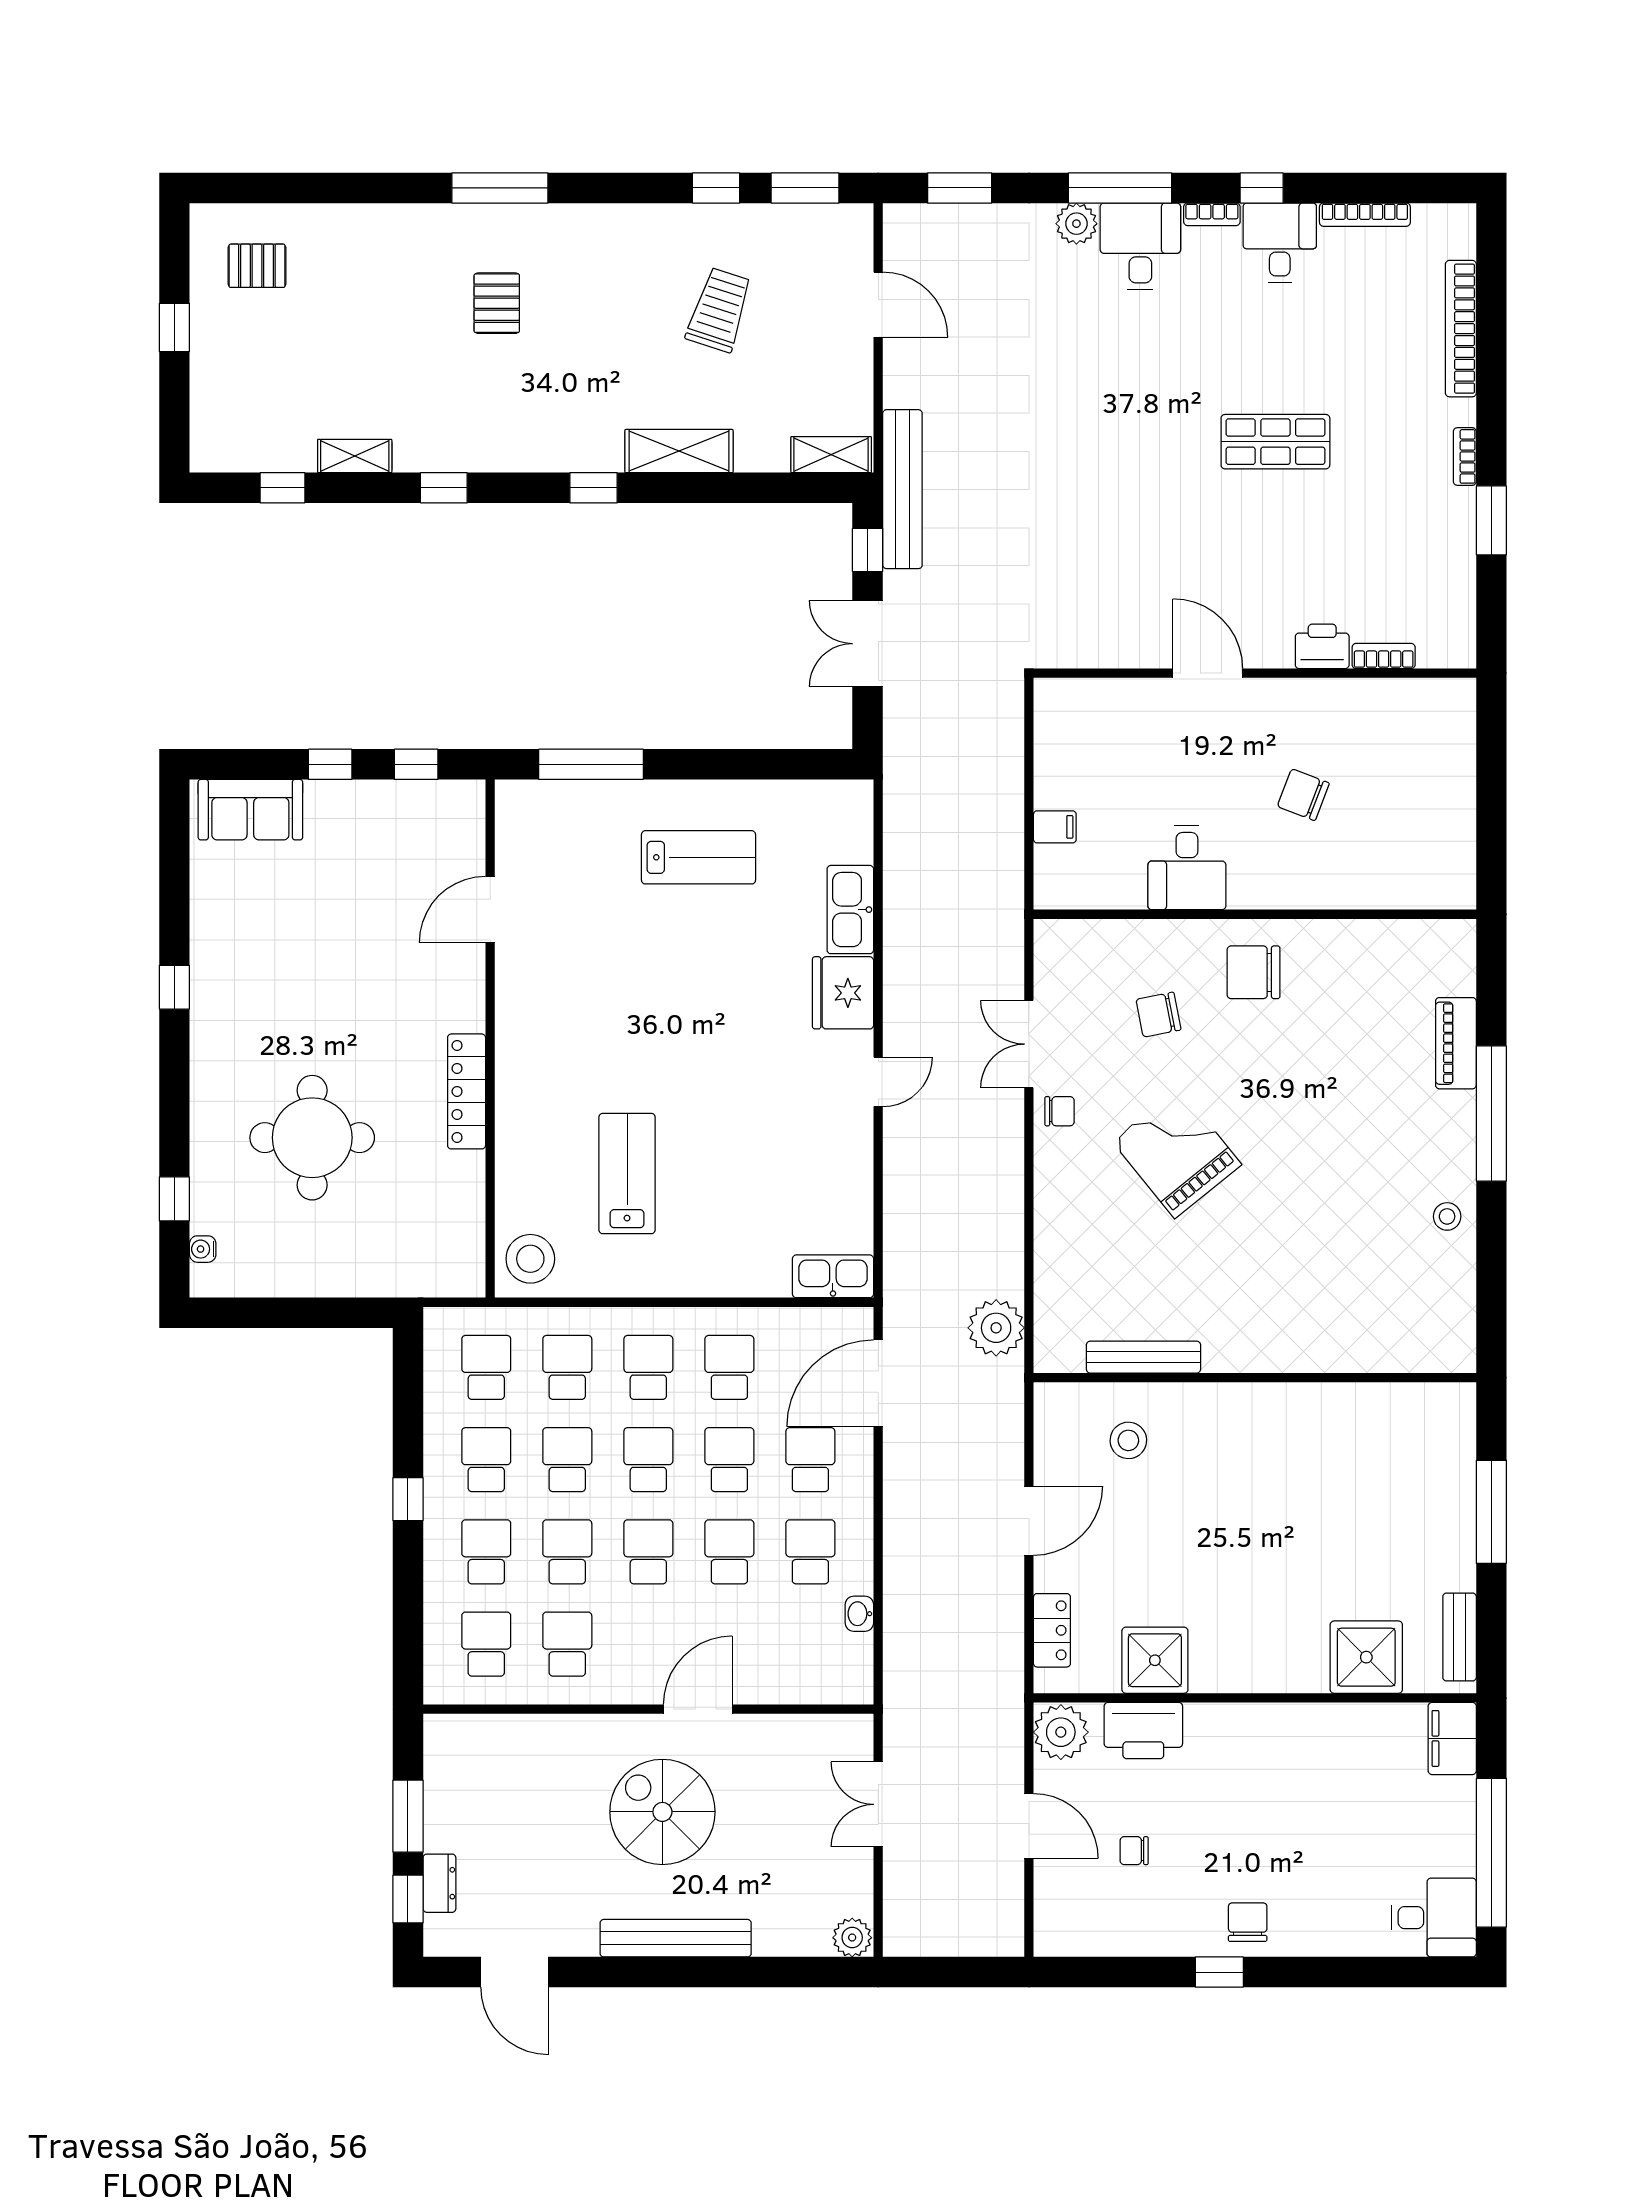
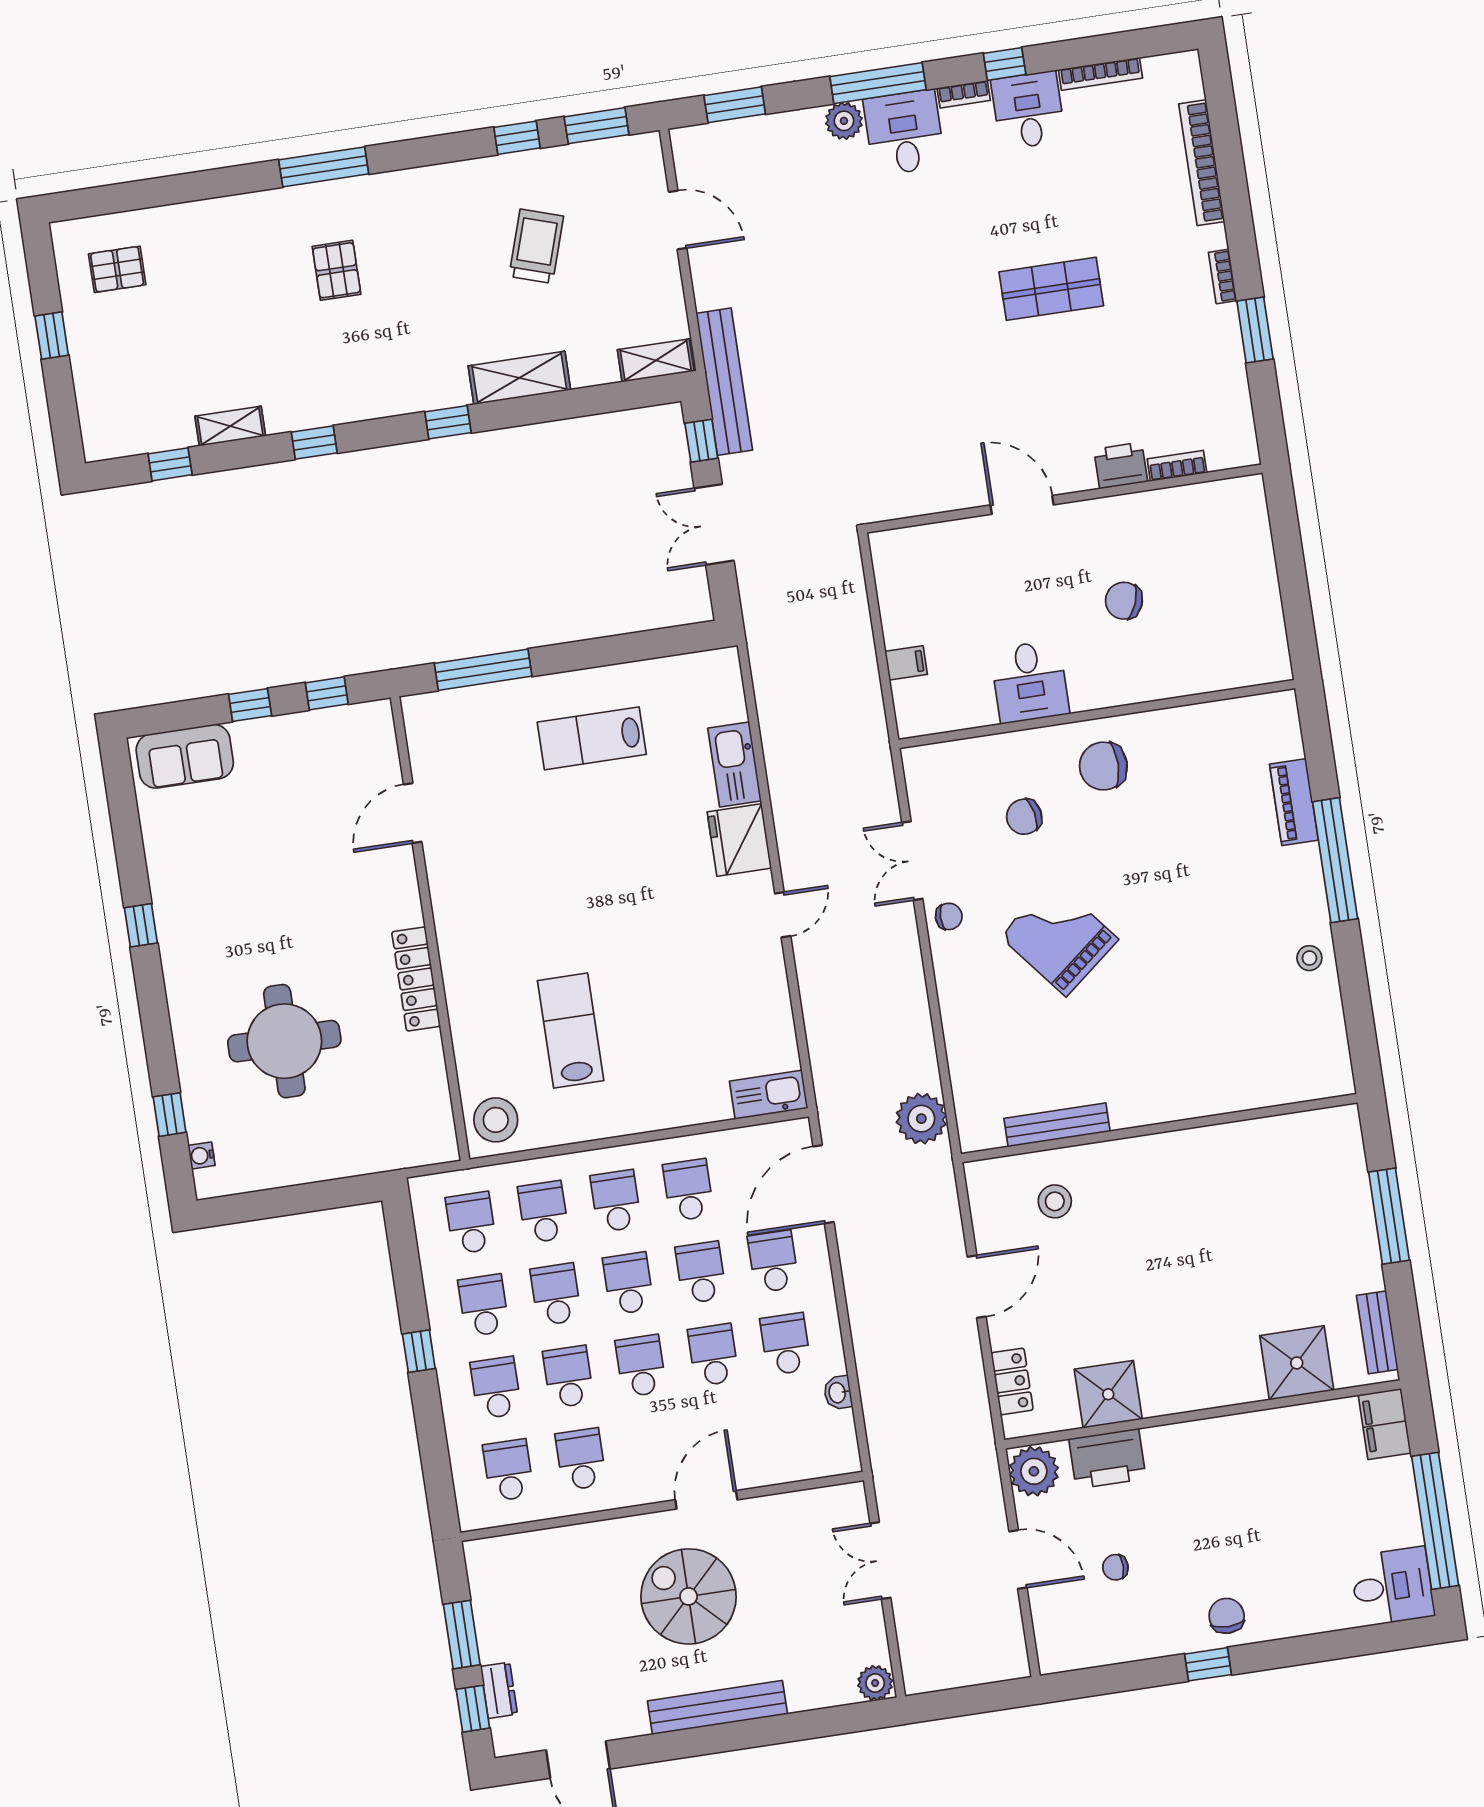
lab bench: (699, 857) -> (592, 738), turned 180

